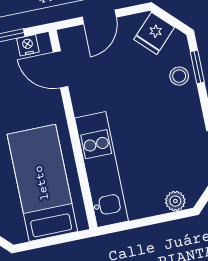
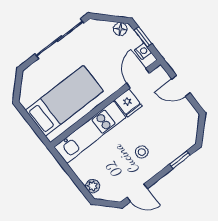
fridge: (154, 33) -> (128, 103), moved, turned -135
stool: (179, 76) -> (142, 152), moved

